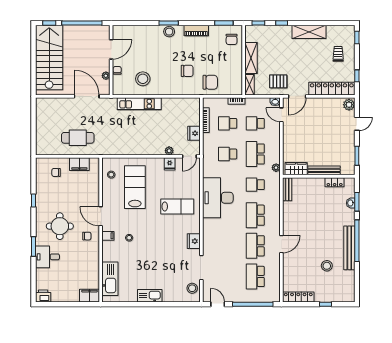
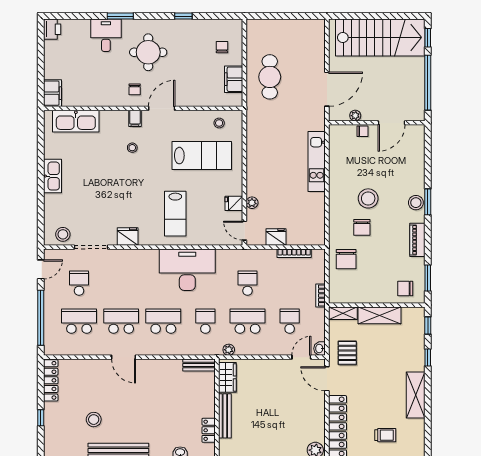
door: (111, 49) -> (392, 123), hinge flipped
stool: (143, 79) -> (368, 198), moved
school desk: (228, 123) -> (79, 283), moved

